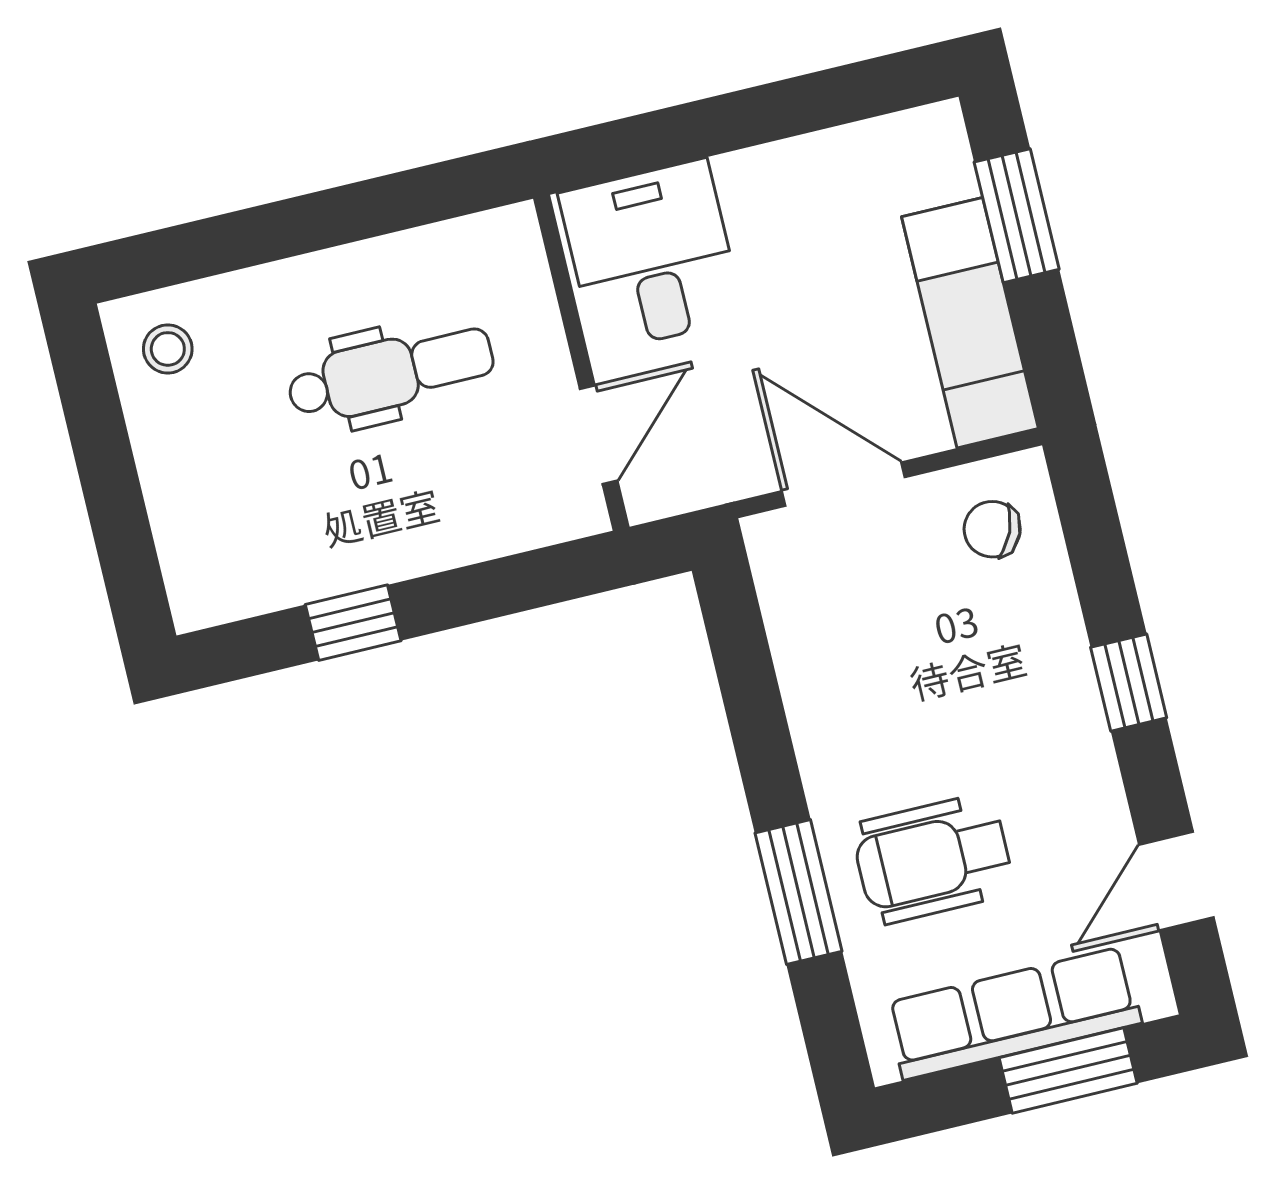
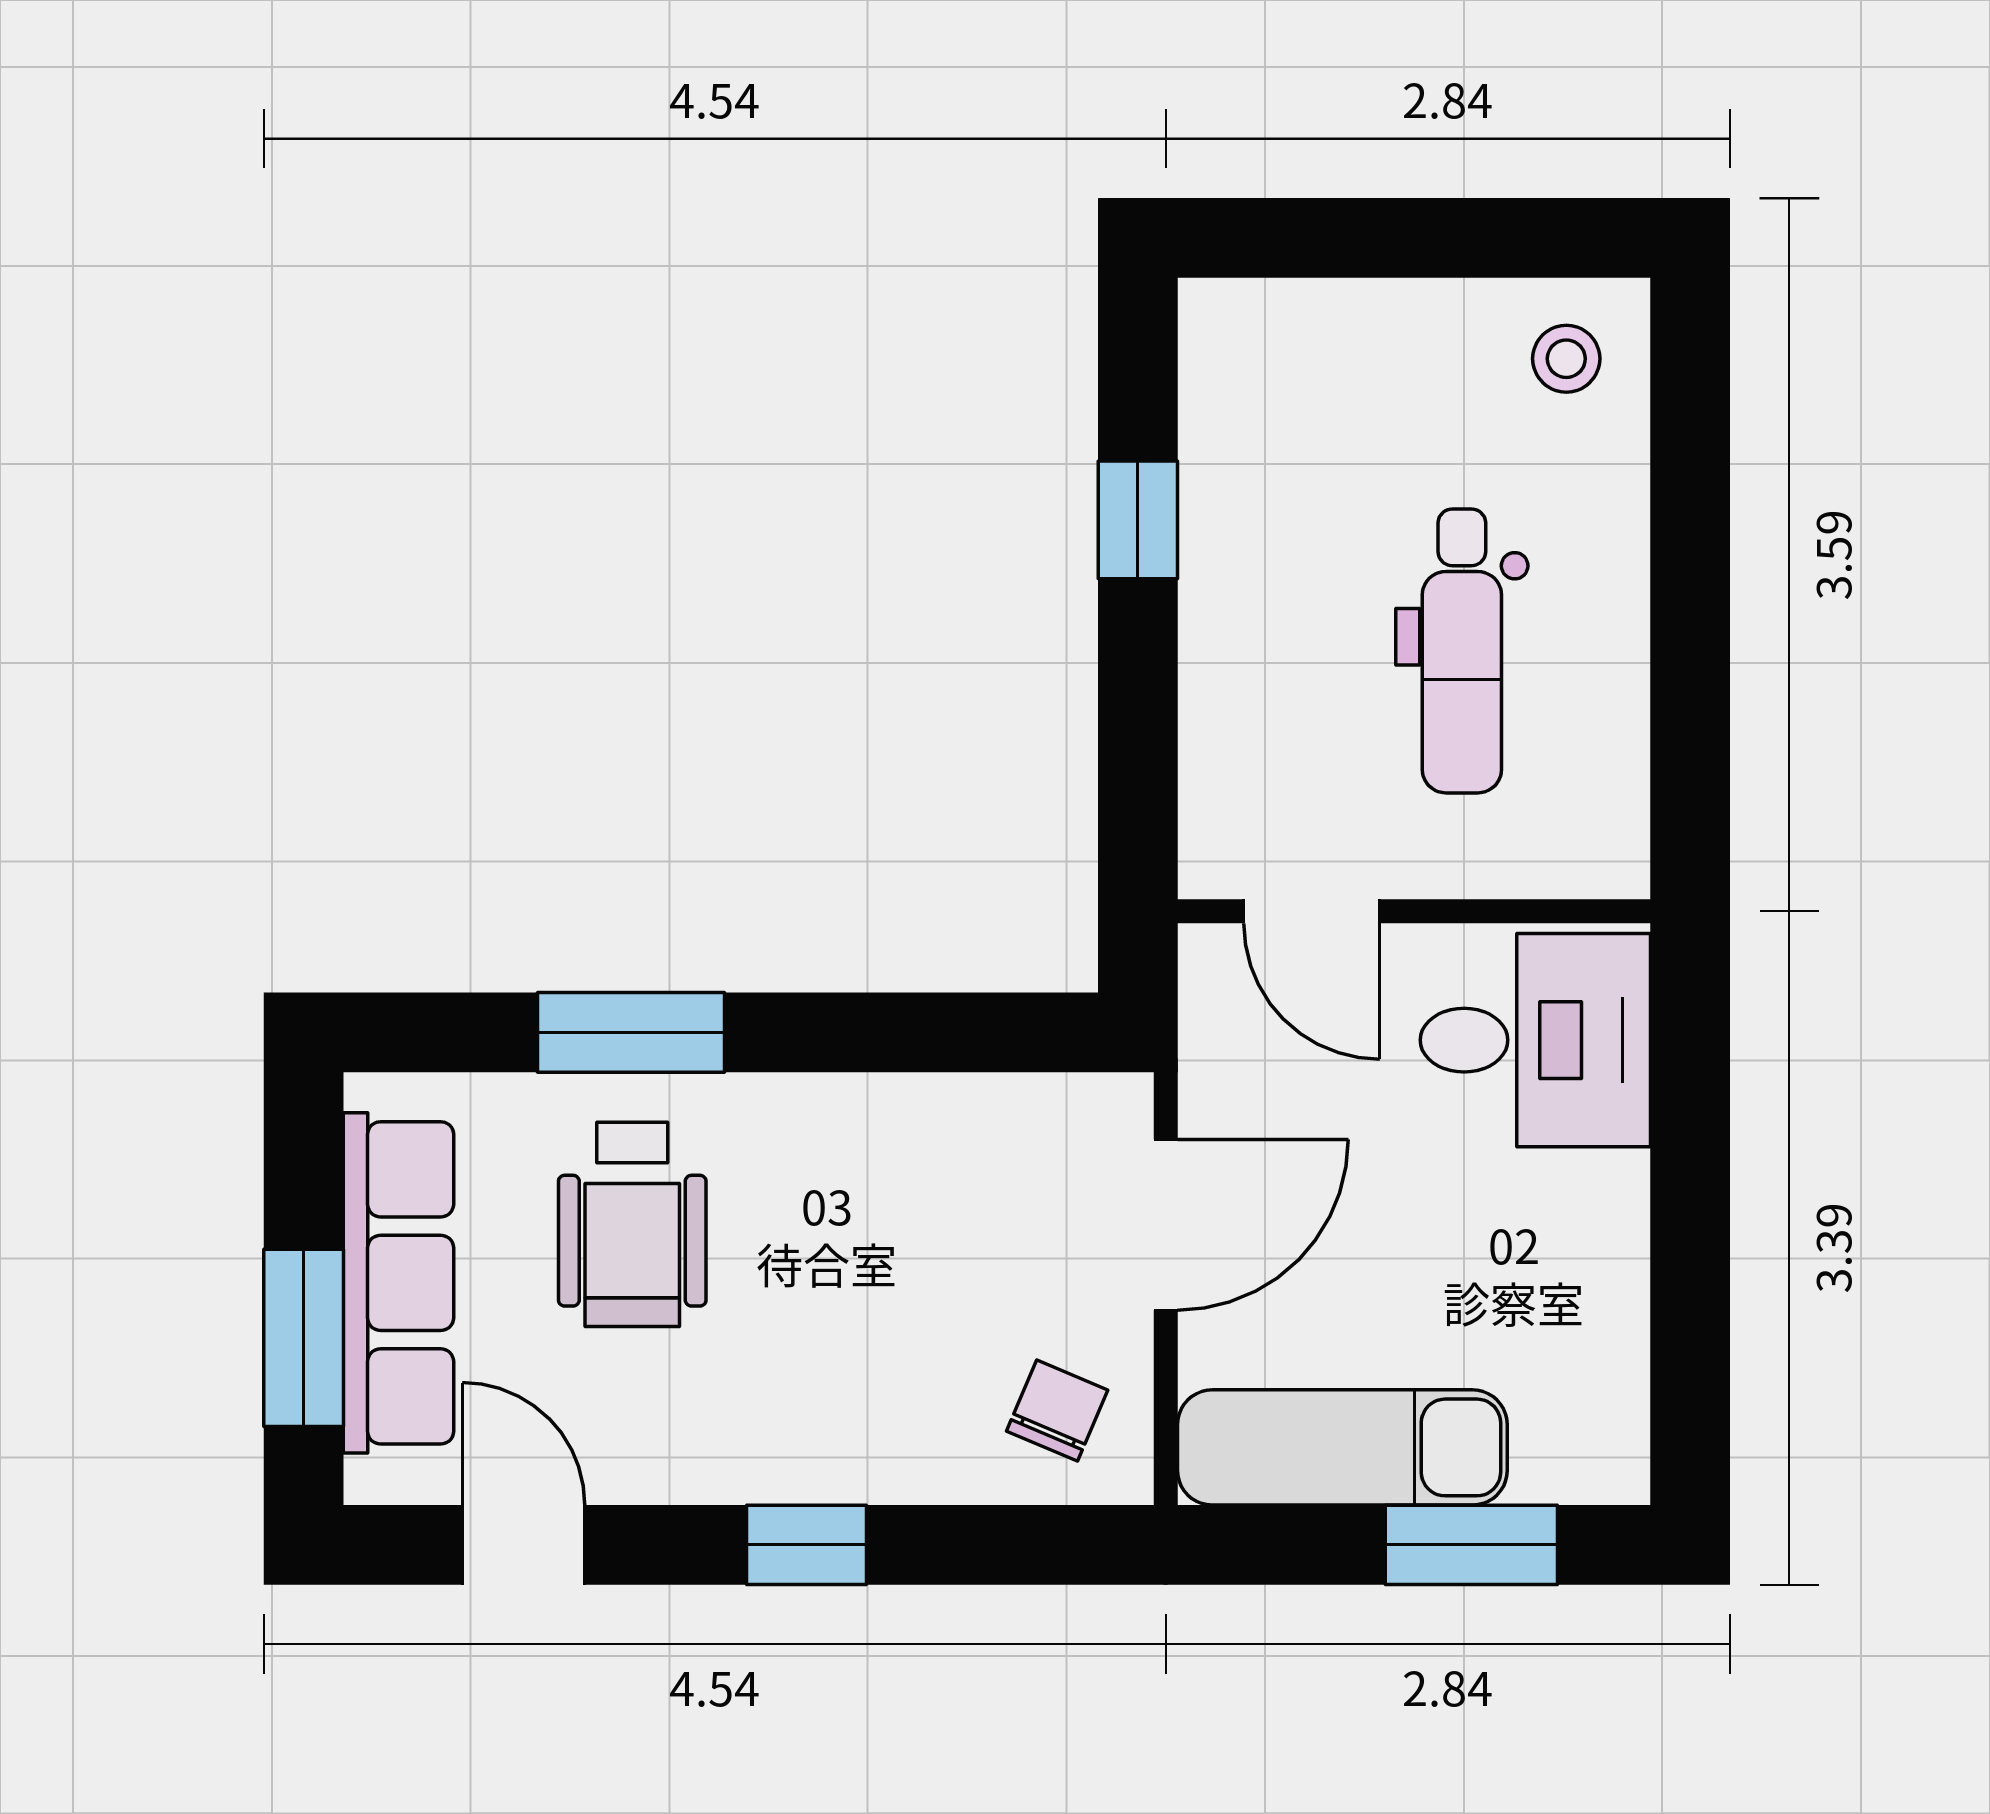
wheelchair: (933, 859) -> (632, 1224), turned 180

